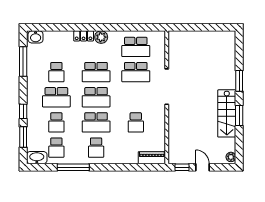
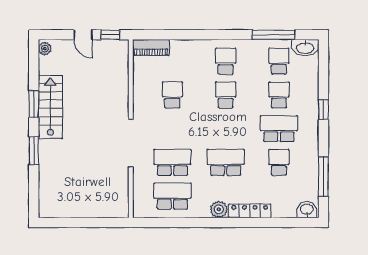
locker: (84, 36) -> (250, 211), width x1.53
school desk: (96, 97) -> (226, 129), removed
school desk: (96, 122) -> (226, 95), width x0.54
window: (23, 137) -> (323, 75), removed
window: (73, 167) -> (274, 35), moved

